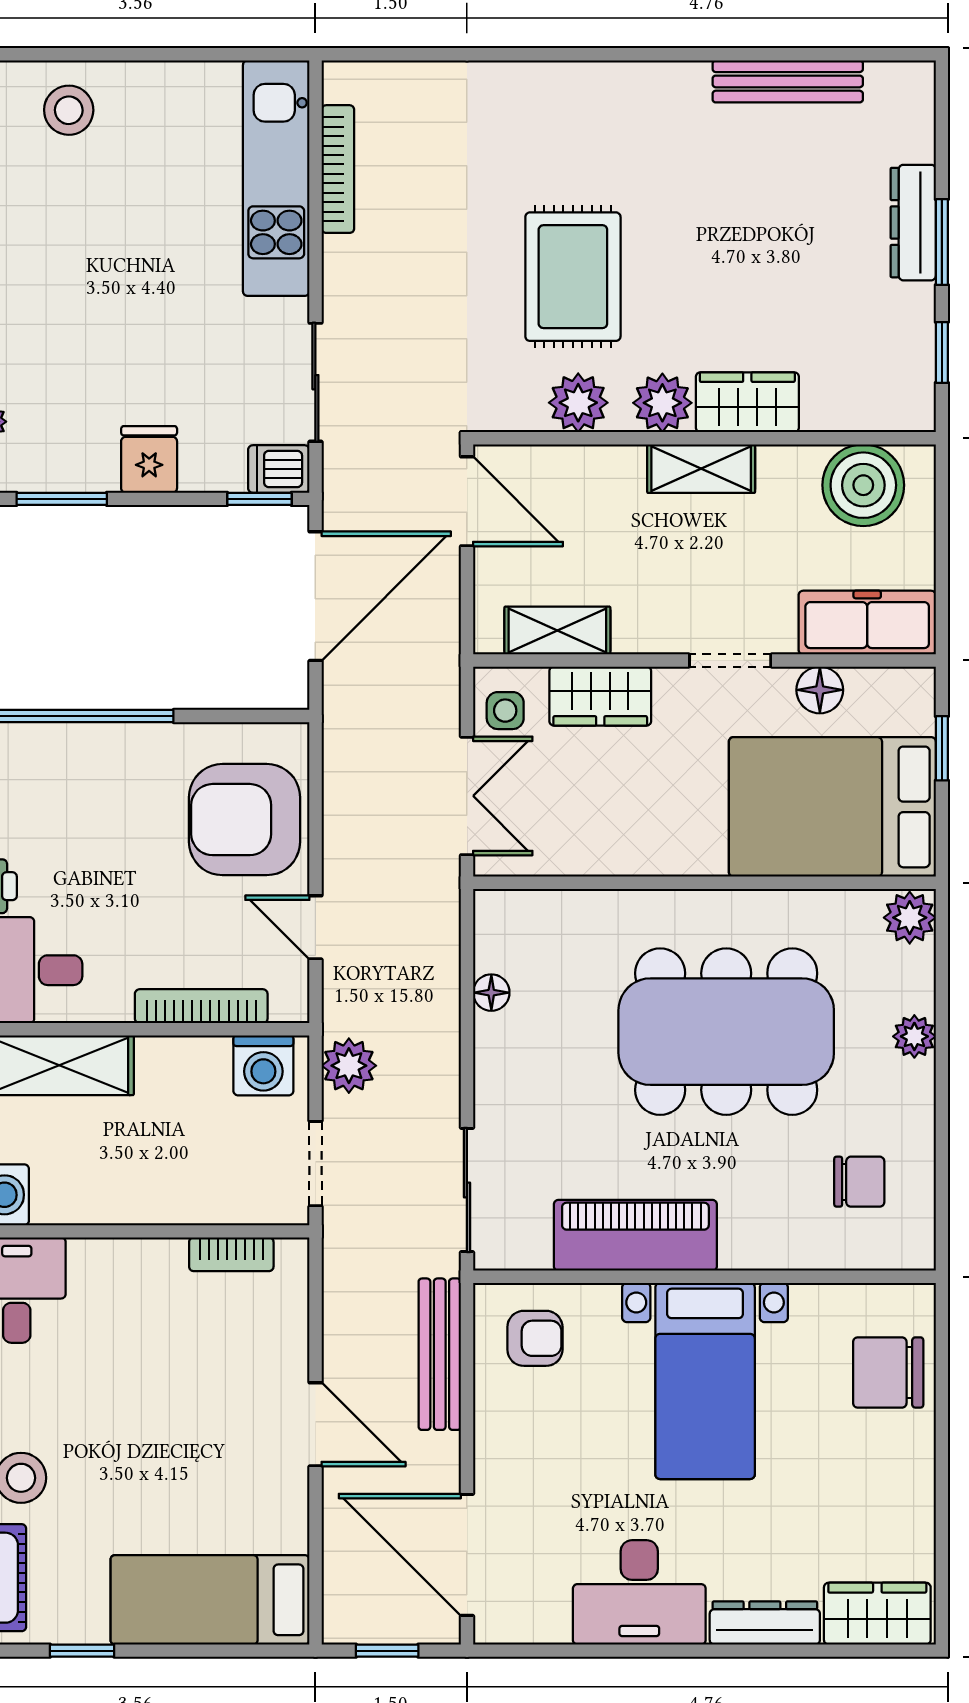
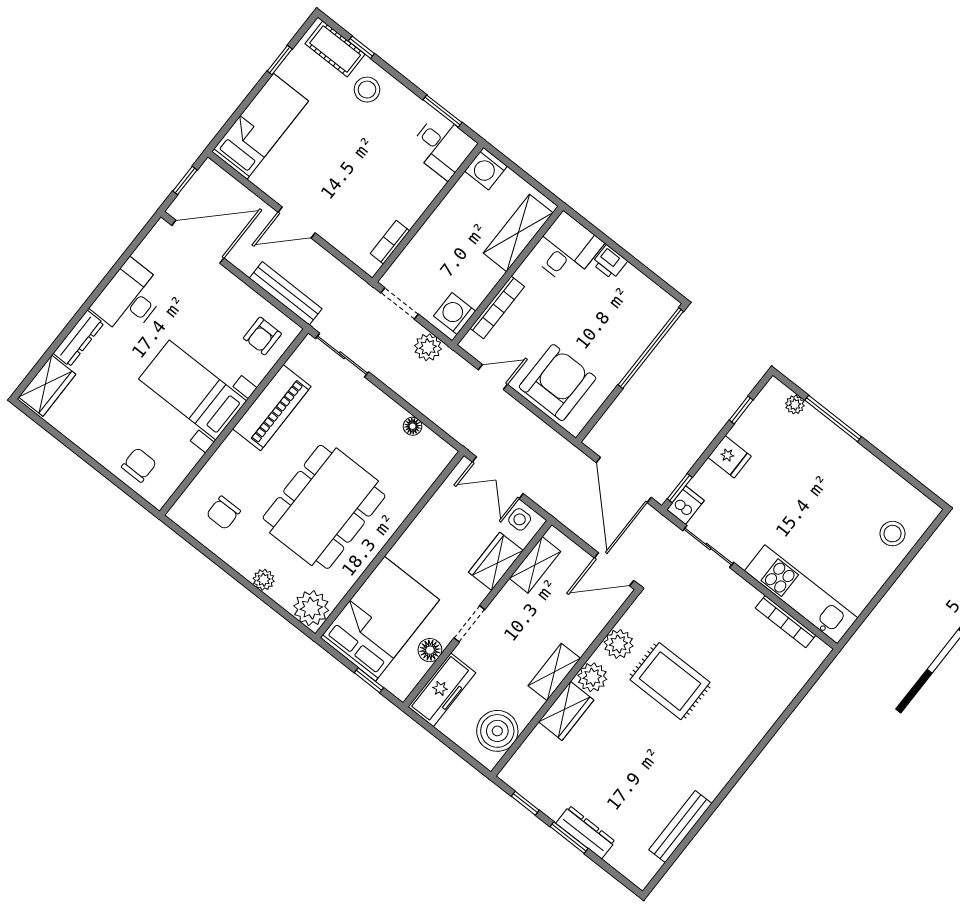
window: (62, 499) -> (741, 410), width x0.67
plant: (910, 918) -> (311, 608), width x1.36, depth x1.36
chair: (888, 1372) -> (139, 465), width x0.73, depth x0.73

